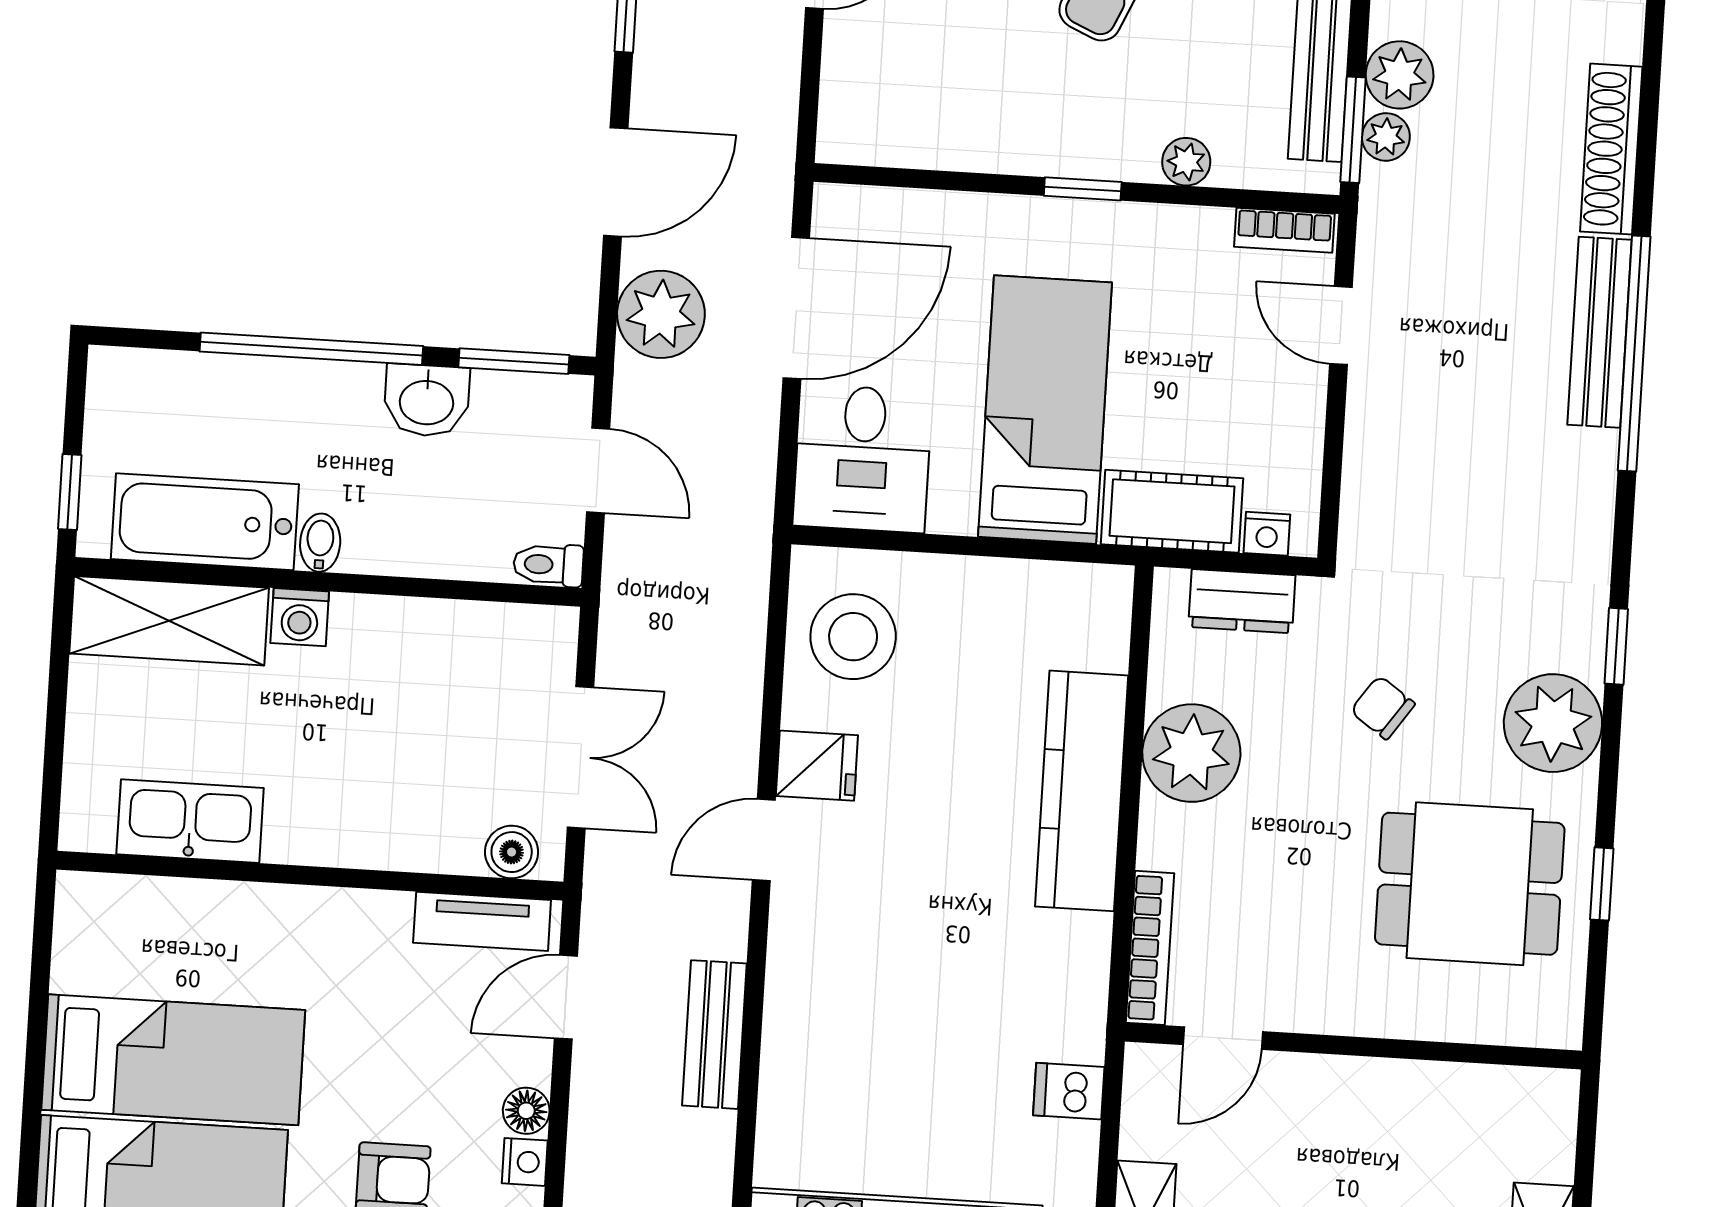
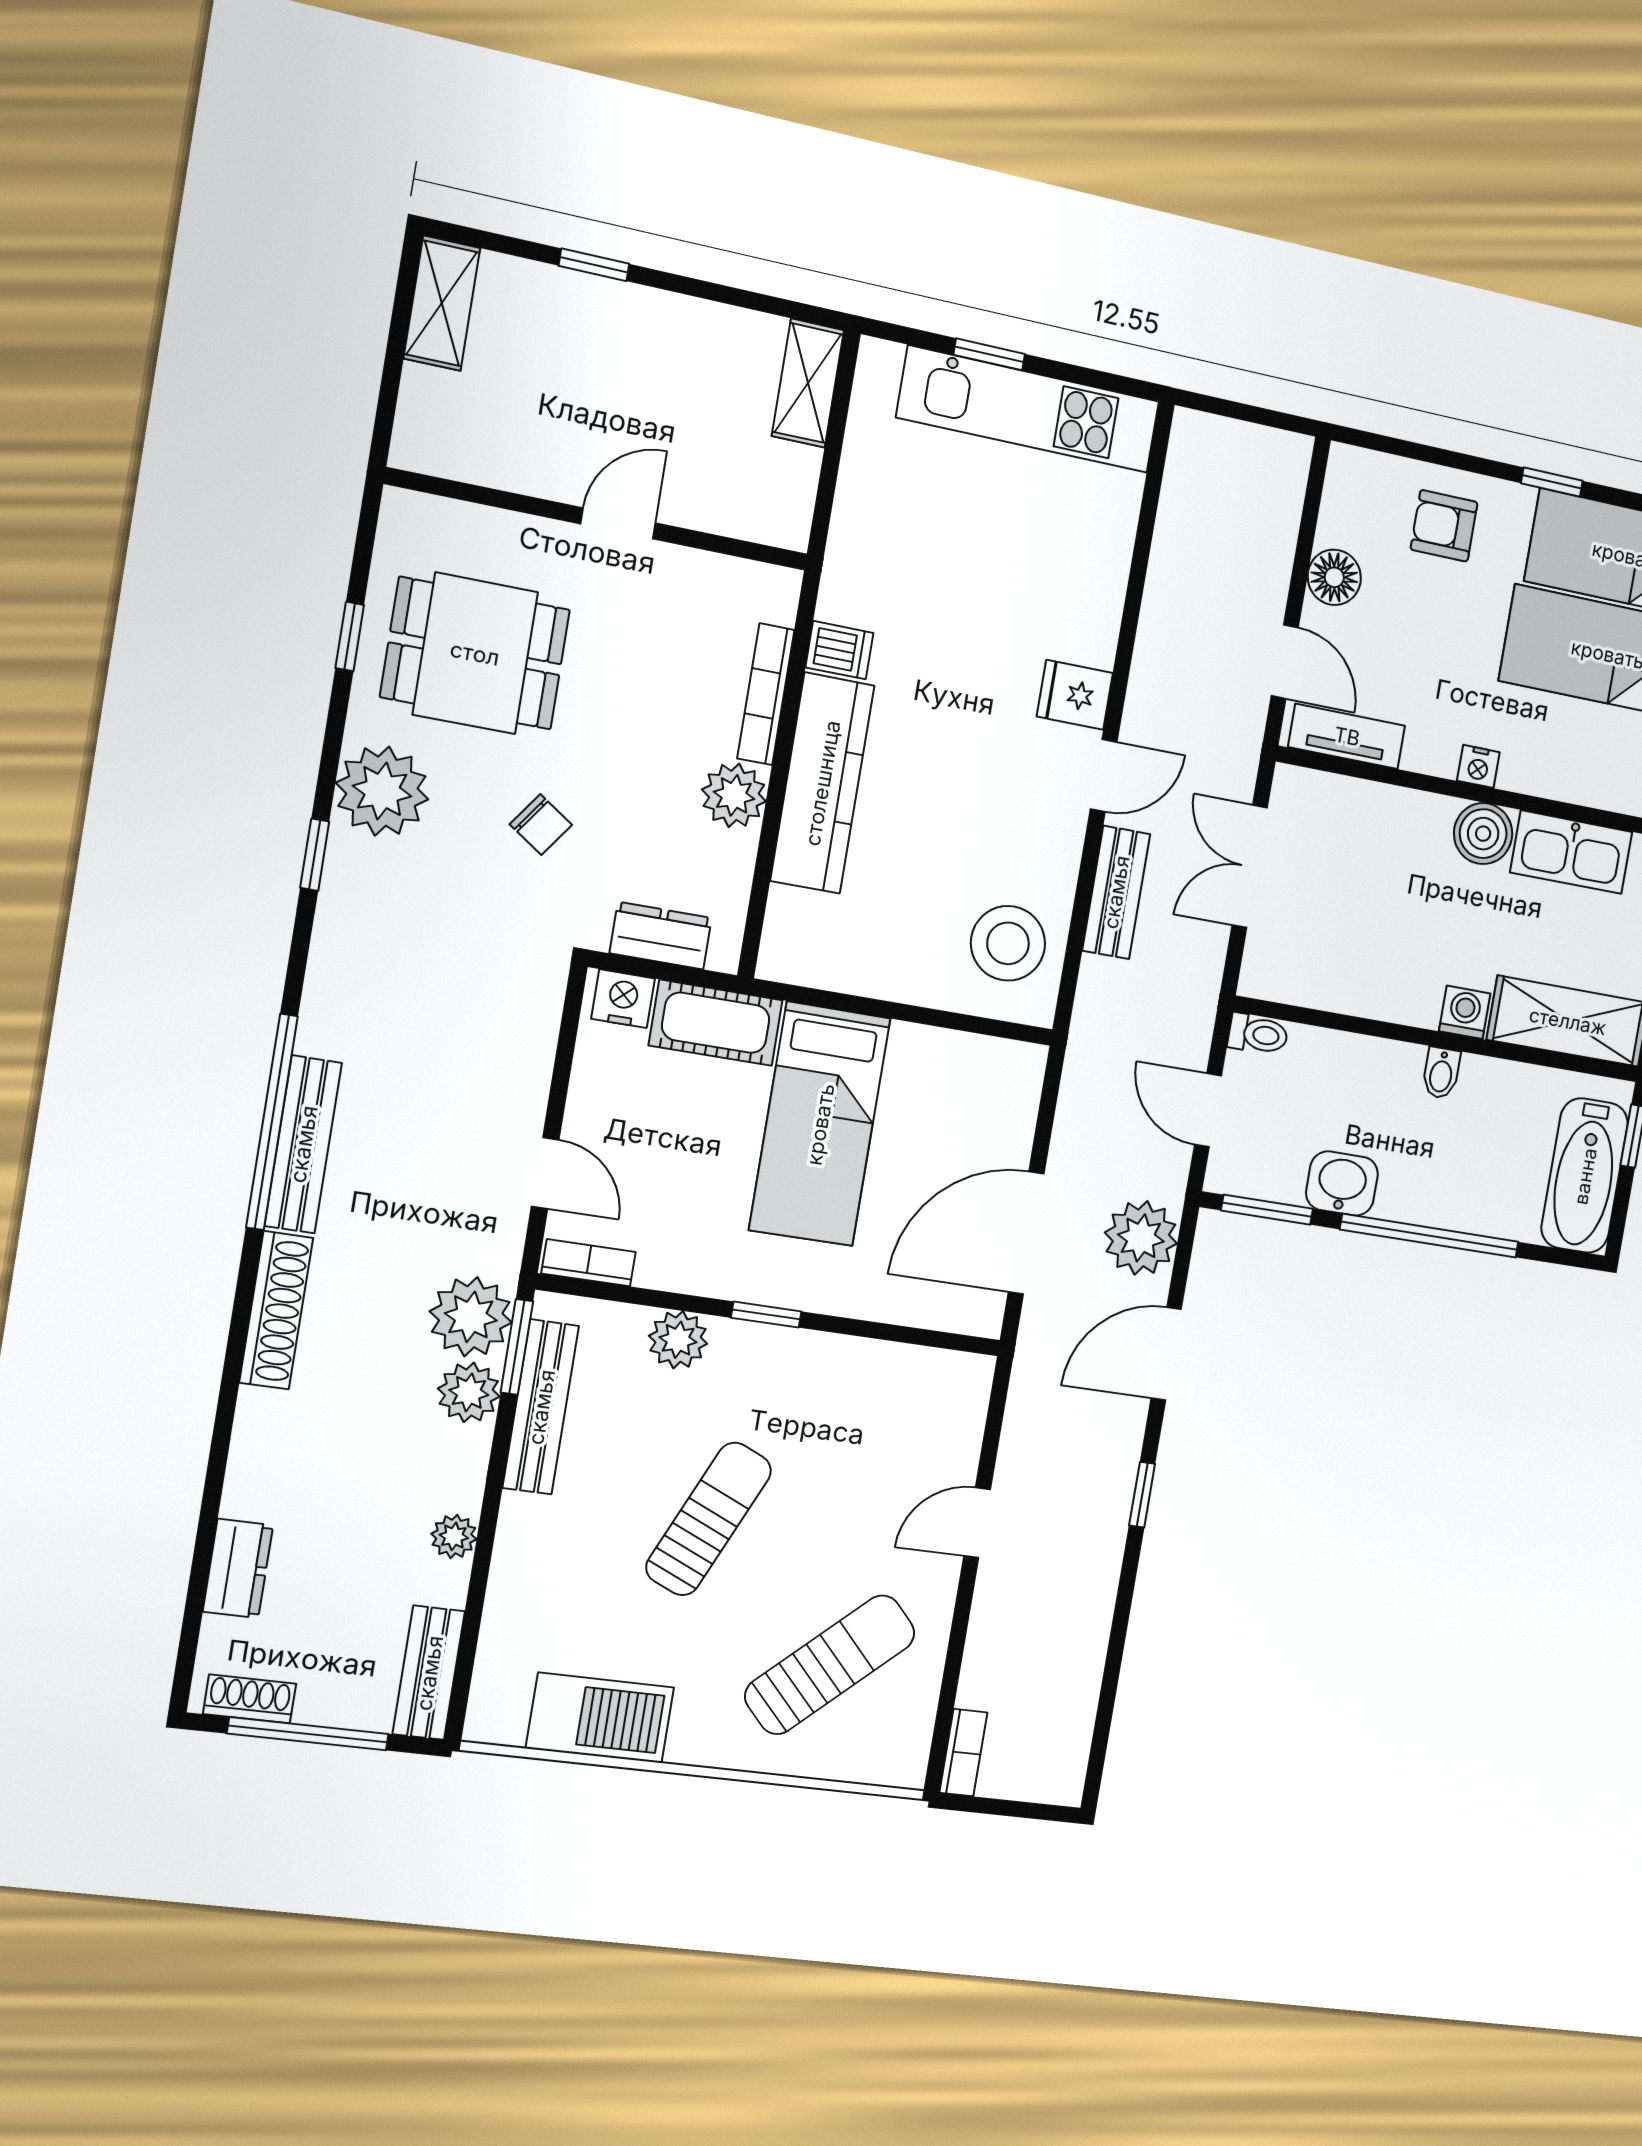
plant: (1386, 137) -> (471, 1317), width x1.88, depth x1.88
plant: (1186, 162) -> (678, 1340), width x1.38, depth x1.38
desk: (863, 459) -> (983, 1097), removed
bathtub: (205, 522) -> (1585, 1176), moved, turned 90
nightstand: (1267, 534) -> (623, 999), width x1.39, depth x1.35
plant: (1191, 753) -> (734, 795), width x0.73, depth x0.73
fridge: (817, 766) -> (1075, 695), moved
boiler: (512, 852) -> (1483, 834), moved, width x1.36, depth x1.36
bookcase: (1150, 948) -> (766, 694), moved
door: (566, 997) -> (1285, 662), hinge flipped
bench: (714, 1035) -> (1116, 892), moved
door: (1223, 1038) -> (618, 523), moved
dishwasher: (1069, 1091) -> (839, 650), moved
floor lamp: (526, 1111) -> (1334, 577), width x1.37, depth x1.37
nightstand: (525, 1162) -> (1478, 766), moved, turned -90

